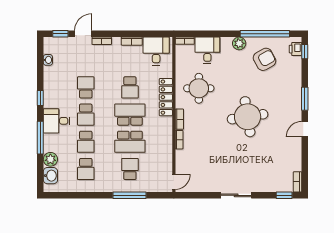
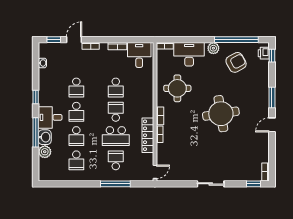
desk: (207, 50) -> (189, 54), width x1.37
school desk: (86, 87) -> (76, 87), turned 180
locker: (166, 97) -> (148, 135), moved
school desk: (130, 115) -> (116, 112), width x0.54
washbasin: (50, 176) -> (45, 137), moved

